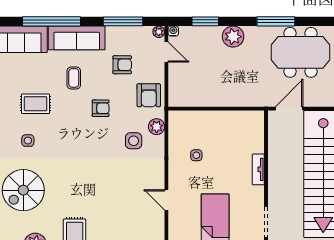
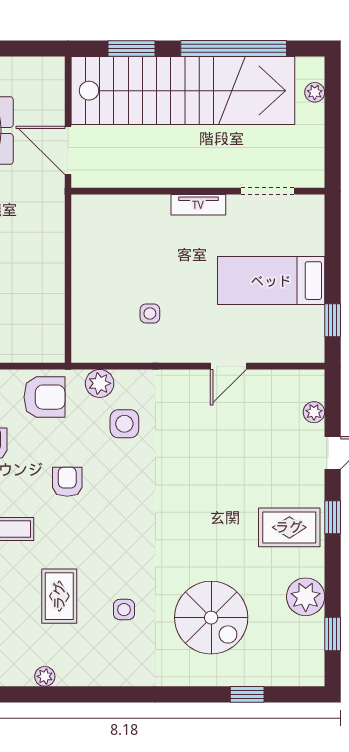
tv unit: (258, 169) -> (198, 205), moved

